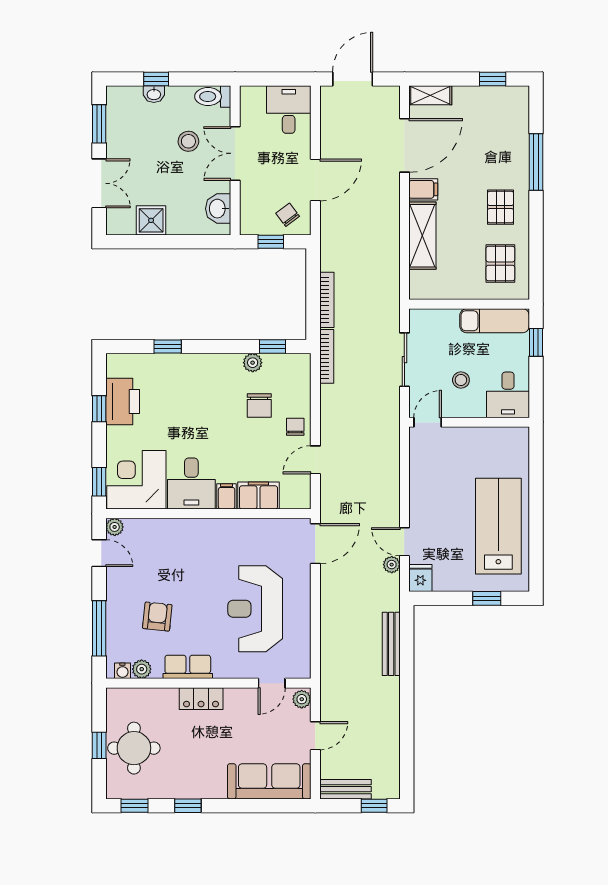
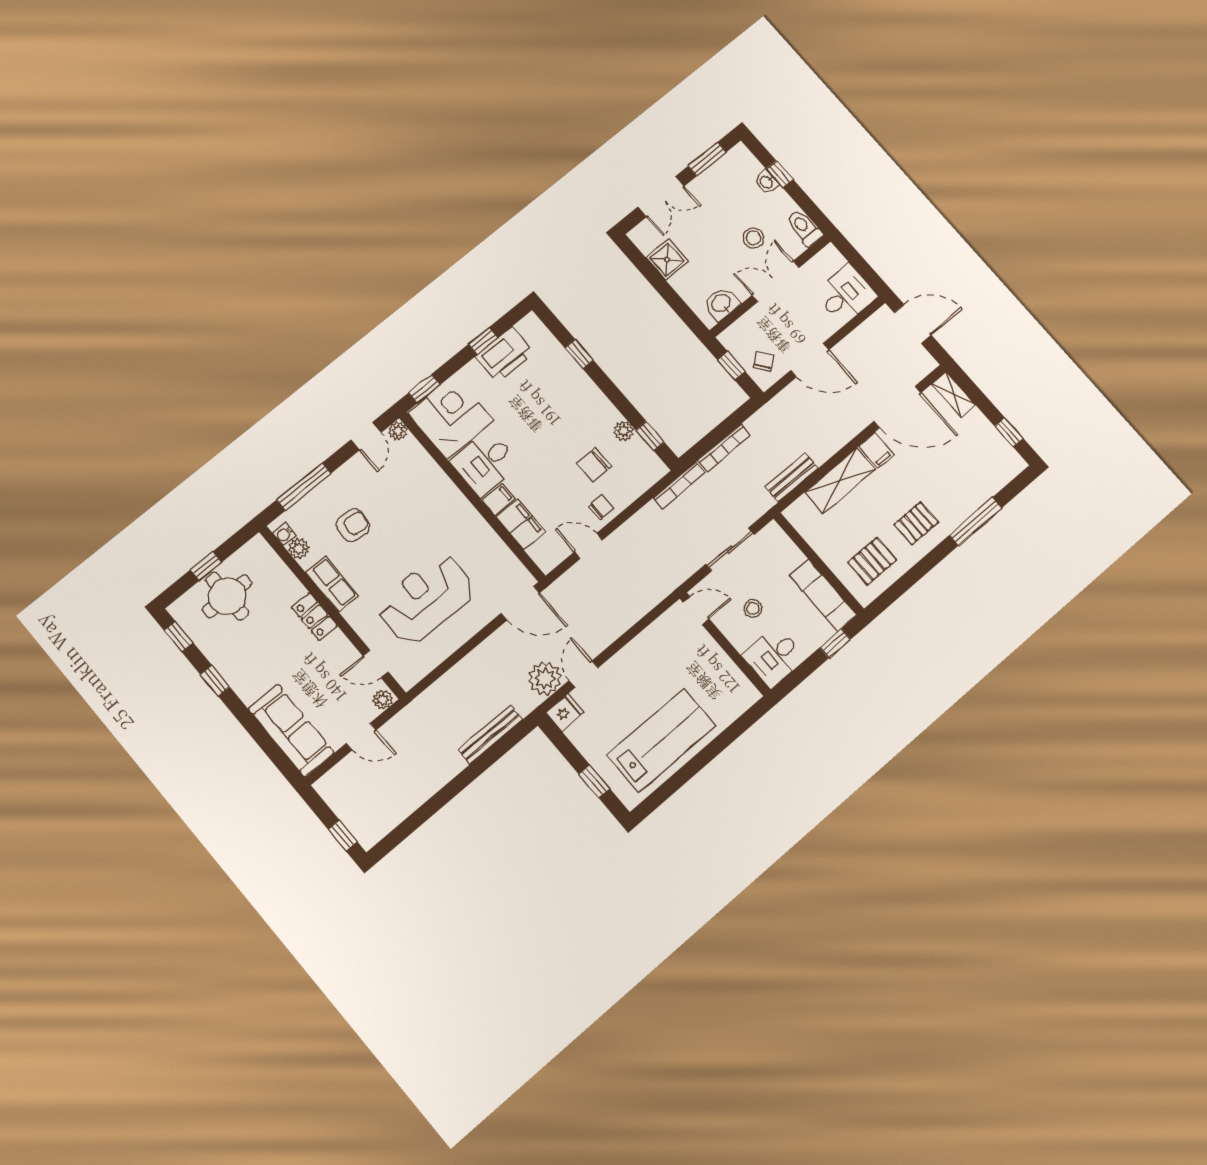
plant: (392, 565) -> (545, 679), width x1.88, depth x1.88
bench: (345, 789) -> (792, 477), moved, turned 90

